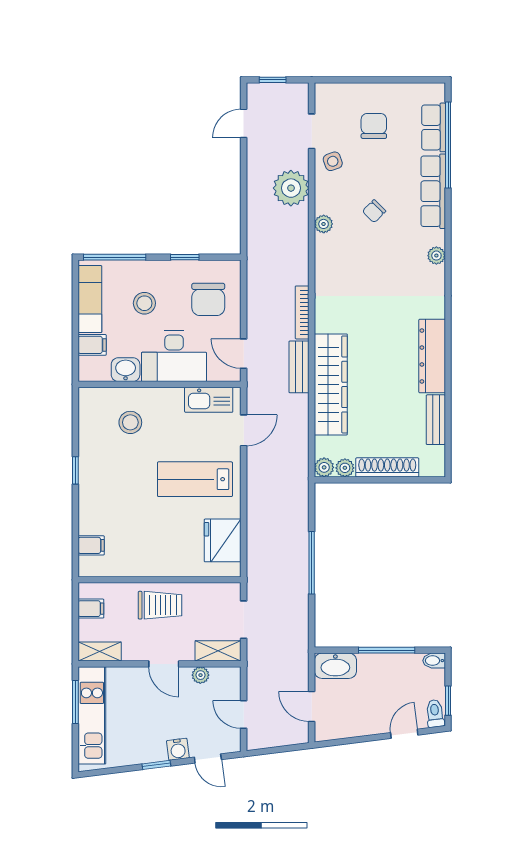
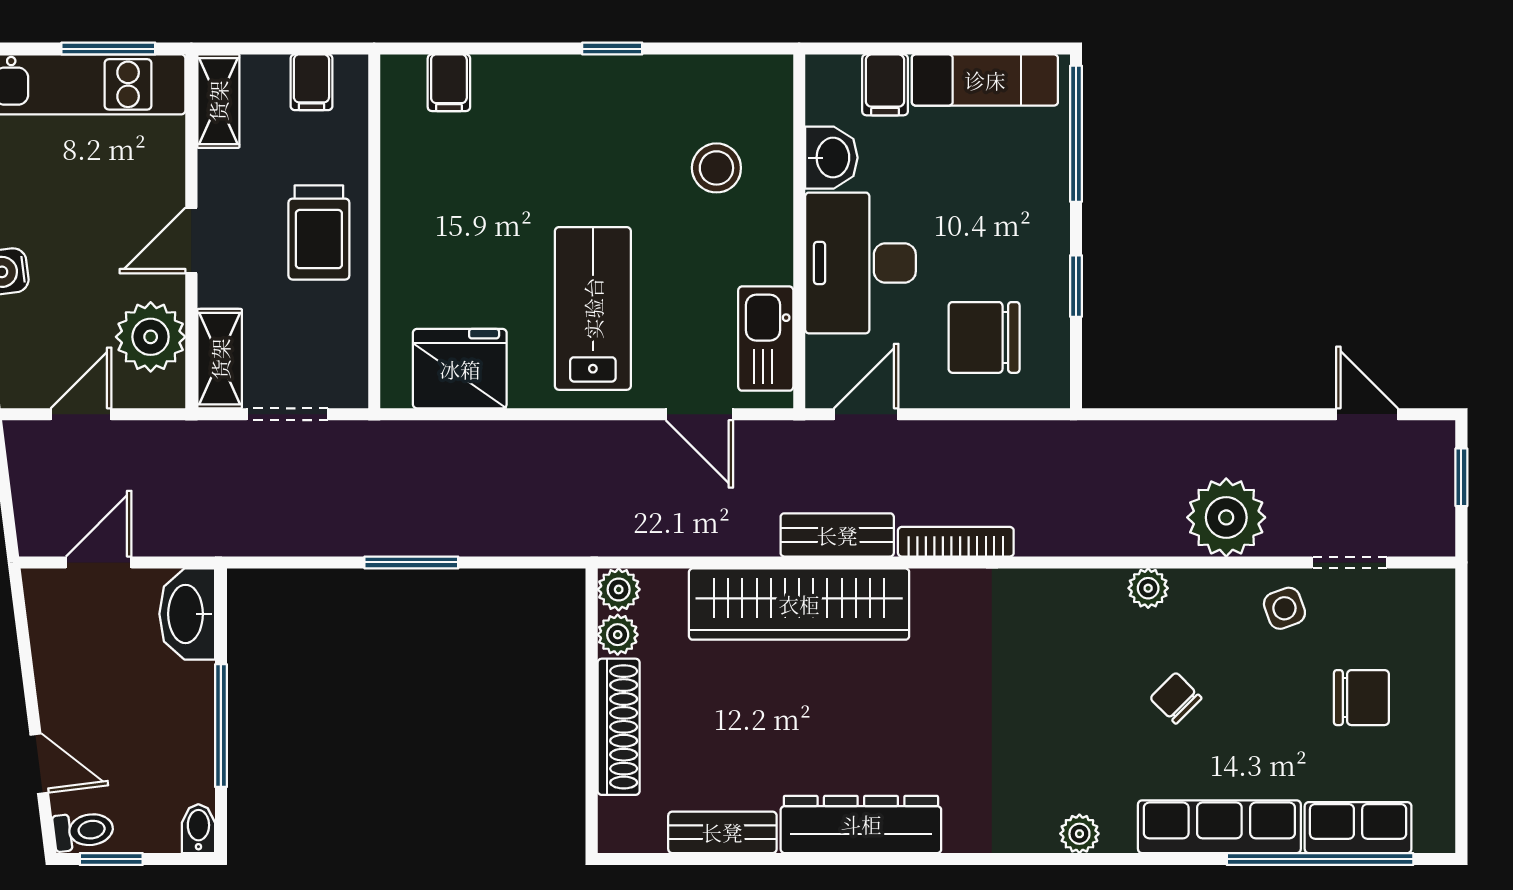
stool: (144, 303) -> (976, 199), removed
window: (312, 563) -> (411, 562), width x0.69
plant: (200, 675) -> (151, 337), width x1.87, depth x1.87

